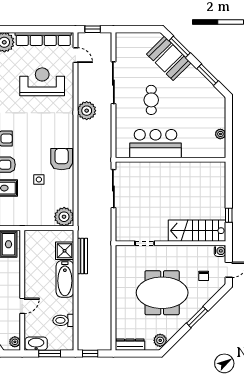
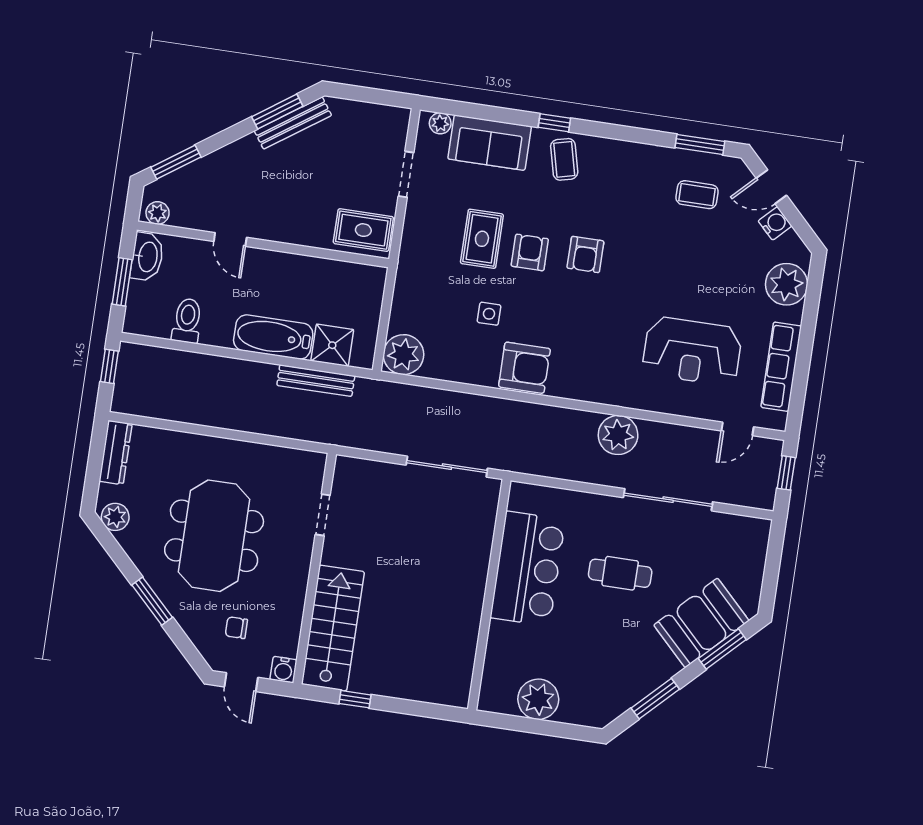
row of seats: (43, 39) -> (781, 367), width x0.73
reception desk: (42, 82) -> (692, 351), turned 90
plant: (220, 134) -> (538, 699), width x1.88, depth x1.88

